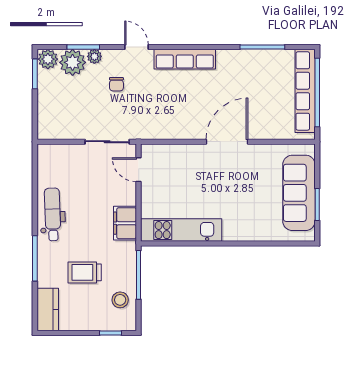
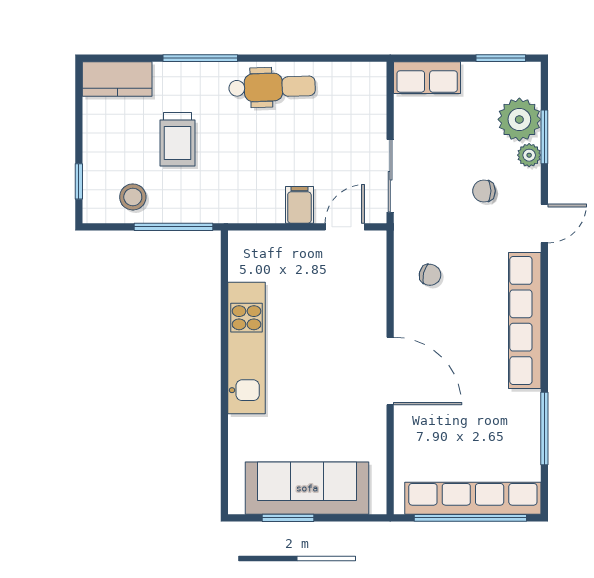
plant: (48, 59) -> (525, 79), removed
row of seats: (185, 59) -> (525, 320), width x1.36
chair: (168, 117) -> (430, 275), added
row of seats: (47, 119) -> (427, 78), added
filing cabinet: (125, 223) -> (299, 205), moved, width x0.50
kitchen unit: (181, 230) -> (246, 348), moved
trolley: (85, 272) -> (178, 139), turned 180

